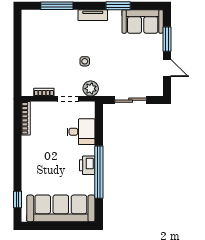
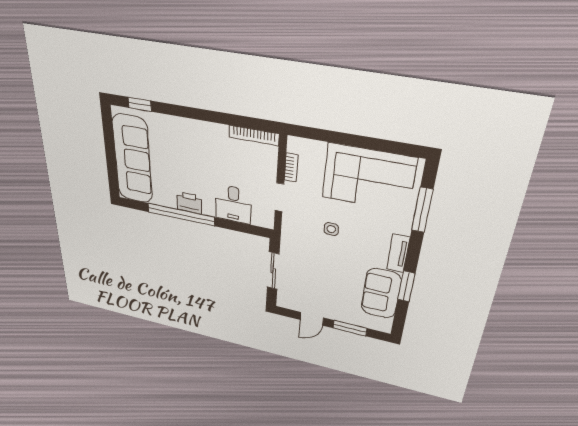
sofa: (143, 21) -> (381, 293), moved
corner sofa: (41, 42) -> (368, 178), added
plant: (91, 89) -> (292, 228), removed

